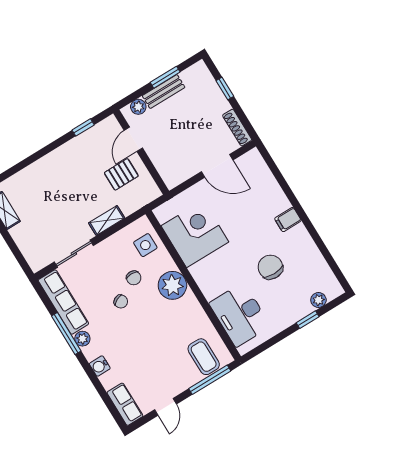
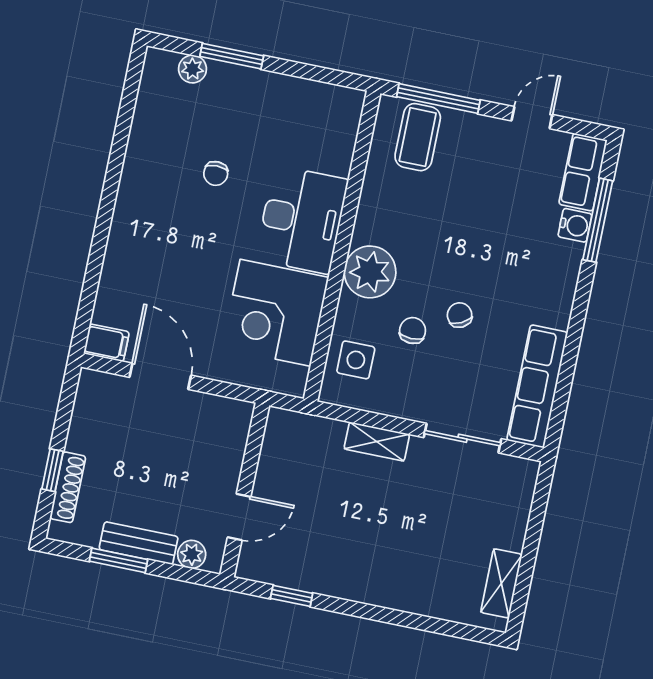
shoe rack: (237, 128) -> (68, 487), moved
pallet: (121, 174) -> (299, 485), removed
filing cabinet: (288, 220) -> (106, 343), moved
chair: (270, 267) -> (216, 173), width x0.54, depth x0.54
desk: (240, 315) -> (302, 220), moved
window: (308, 320) -> (232, 56), width x1.50
window: (66, 334) -> (598, 220), moved
plant: (82, 339) -> (558, 313), removed
water cooler: (100, 366) -> (575, 225), moved

